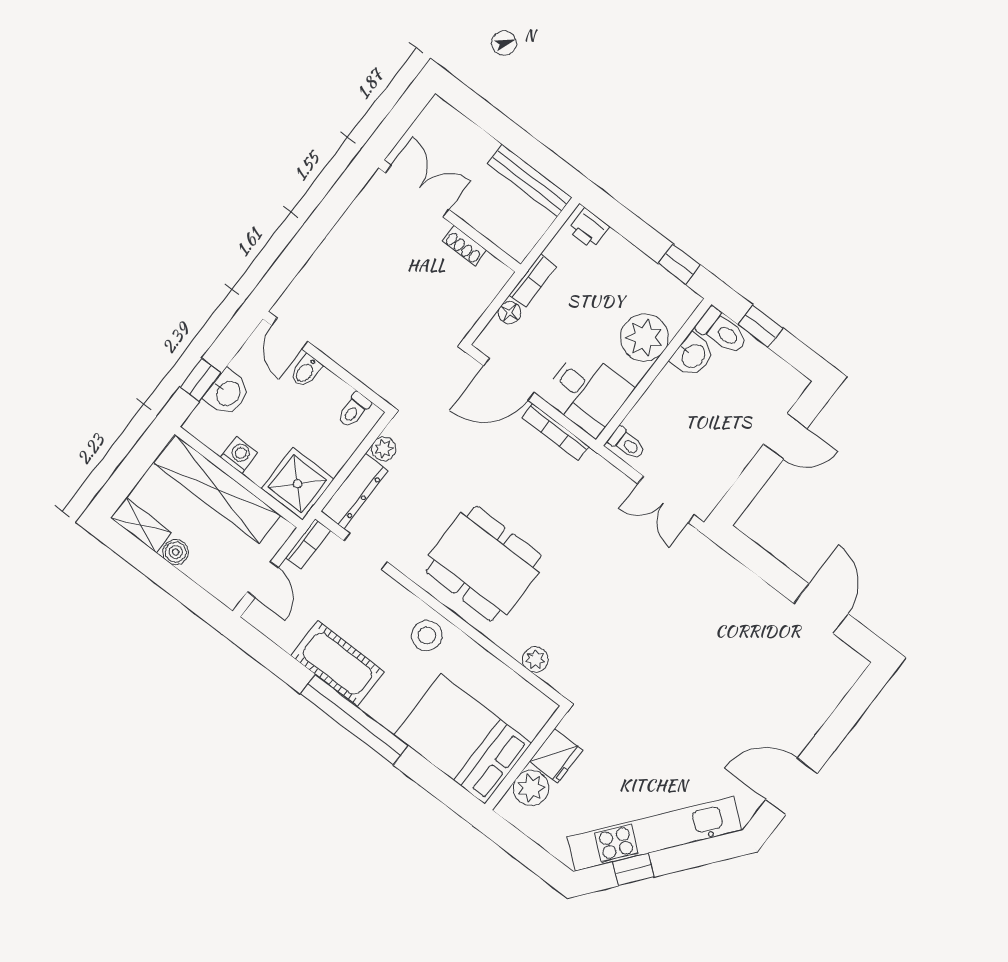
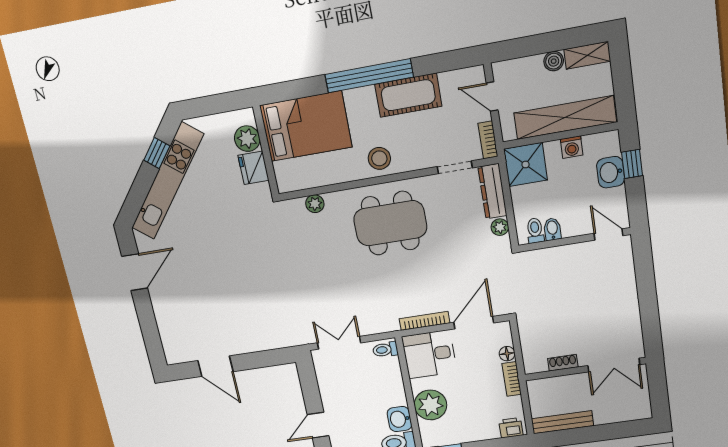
bidet: (306, 371) -> (552, 229), moved

